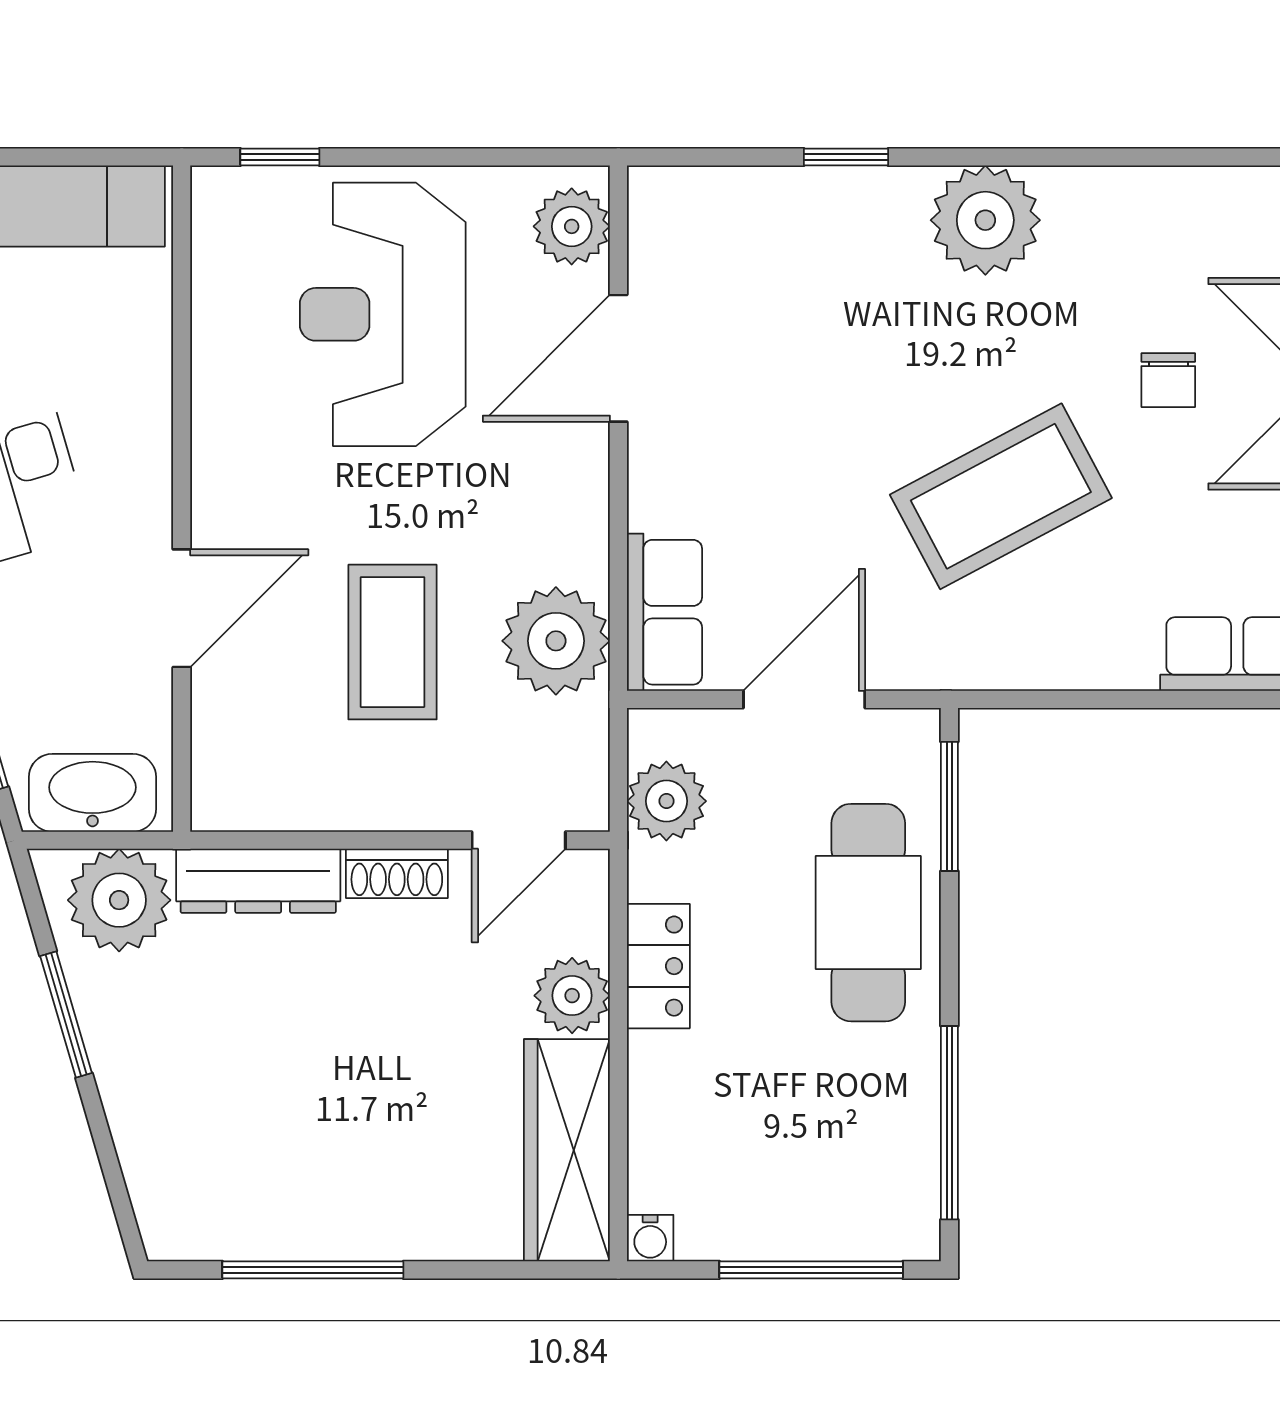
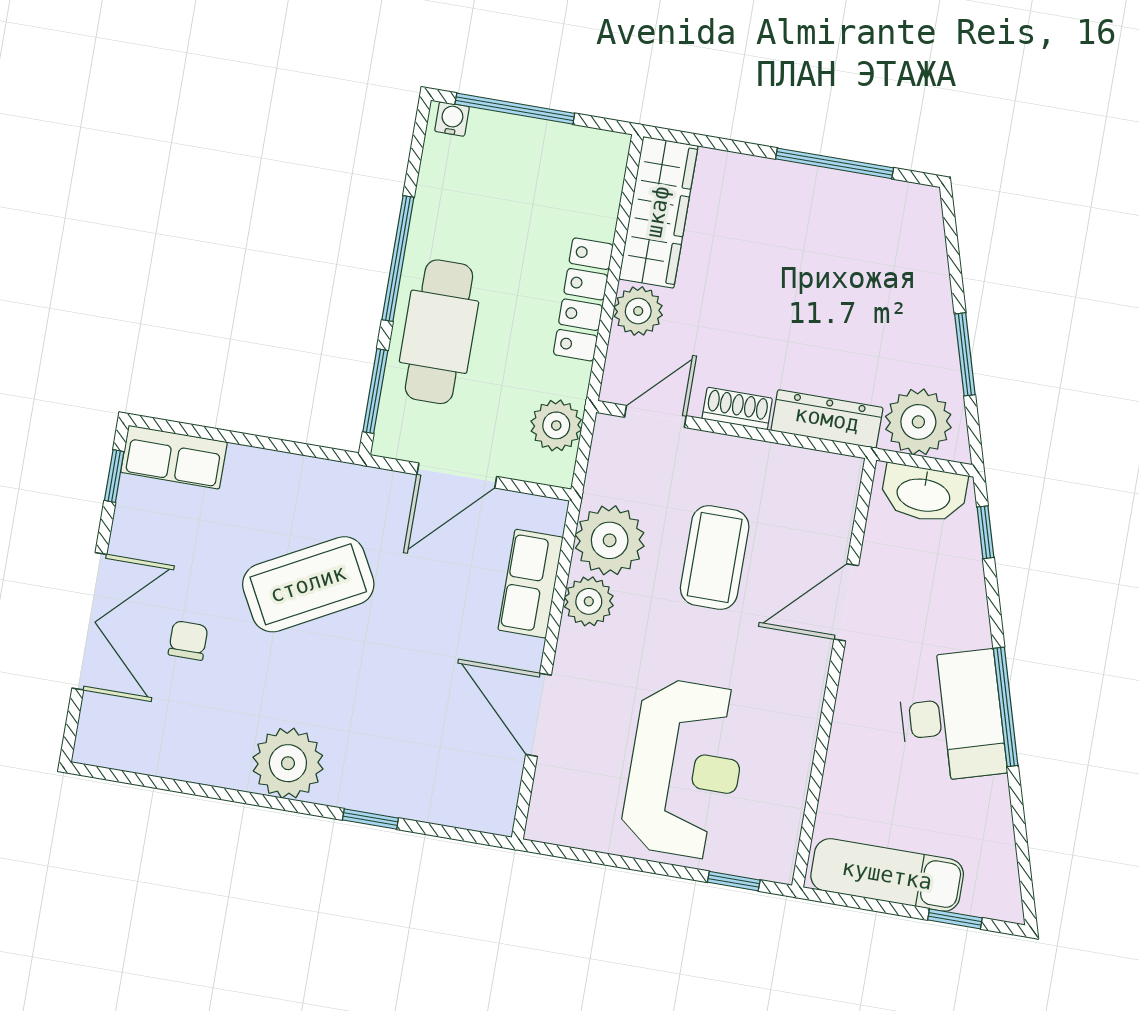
plant: (572, 226) -> (589, 601), moved
door: (618, 358) -> (539, 715), swing flipped
row of seats: (664, 612) -> (531, 584), moved
locker: (658, 966) -> (583, 299), width x1.53
window: (949, 1123) -> (398, 258), moved
water cooler: (650, 1238) -> (452, 119), moved

